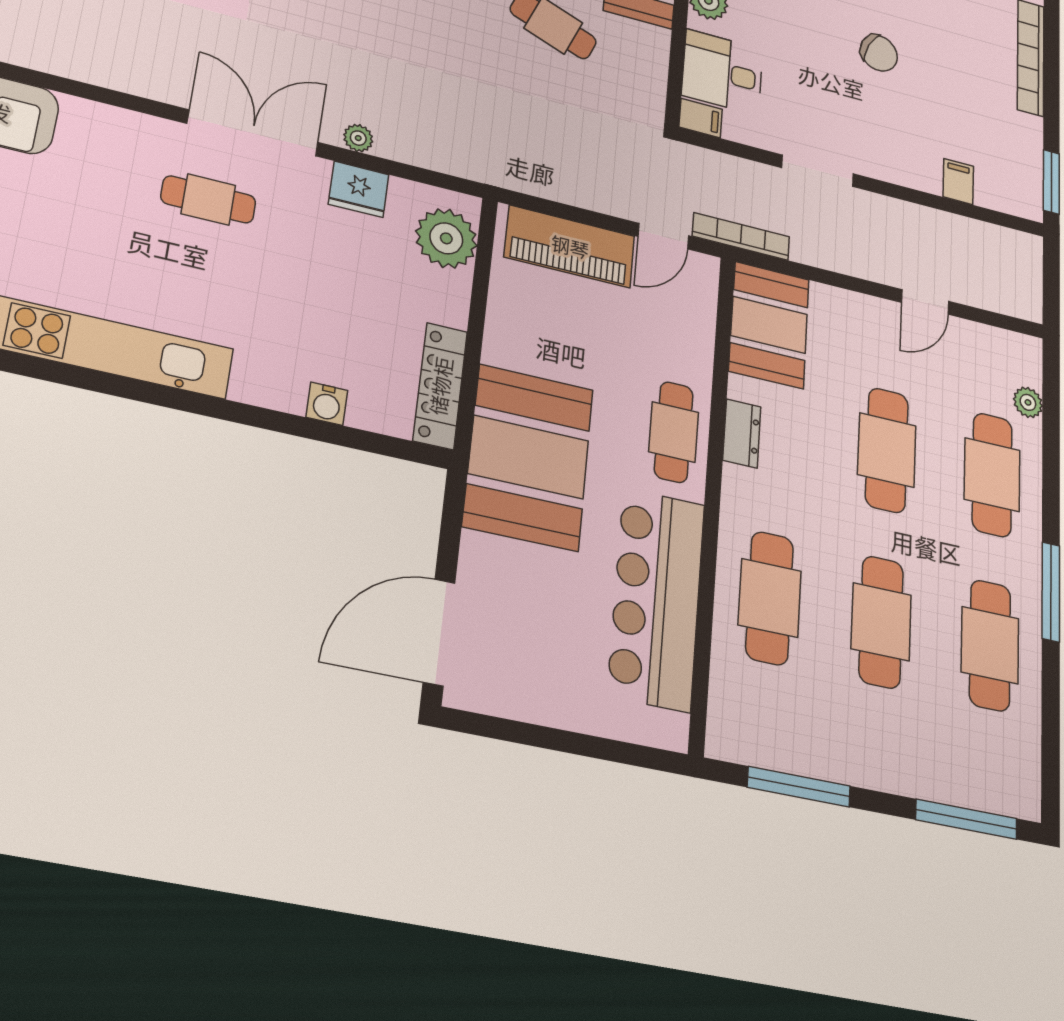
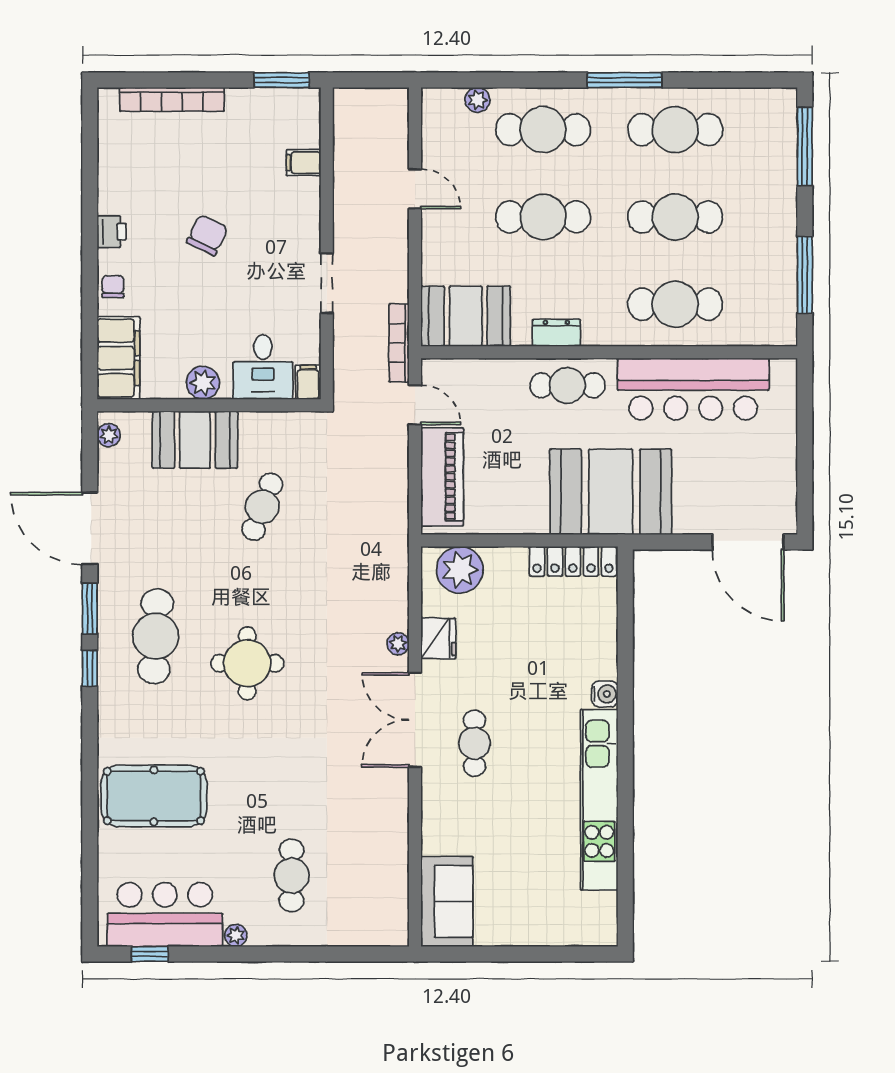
water cooler: (327, 404) -> (605, 694), moved

